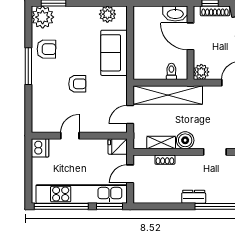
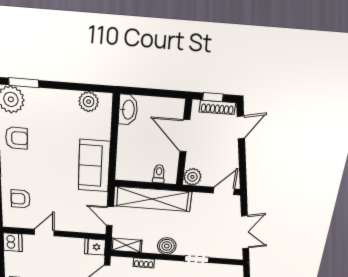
washbasin: (175, 14) -> (128, 110), moved, turned -90
sofa: (114, 53) -> (94, 166), moved
armchair: (77, 84) -> (21, 199), moved, turned 180
door: (130, 115) -> (110, 216), hinge flipped
shelving: (161, 143) -> (126, 245), moved

